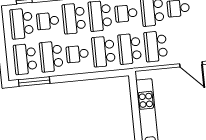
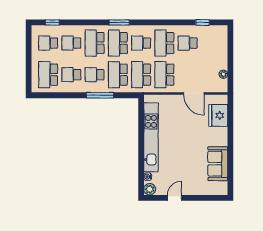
school desk: (22, 24) -> (48, 43), width x0.54
school desk: (51, 57) -> (71, 75), width x0.54
window: (34, 82) -> (100, 95), moved

